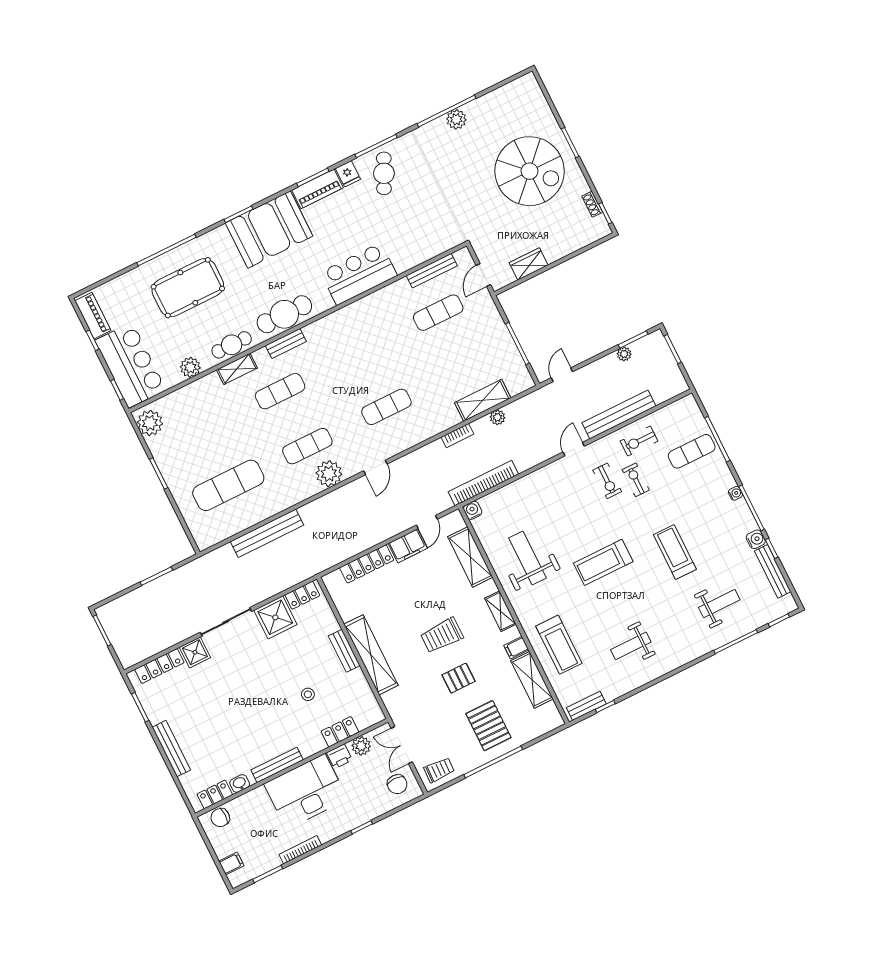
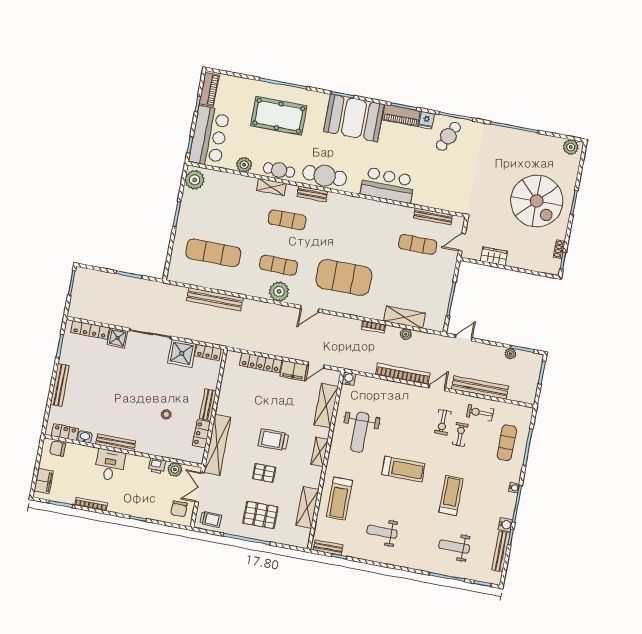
plant: (456, 119) -> (571, 147), moved
exercise mat: (386, 407) -> (344, 278), width x2.00, depth x1.45
exercise mat: (692, 451) -> (507, 443), turned 90
bookcase: (483, 483) -> (403, 374), moved
weight bench: (527, 558) -> (360, 432), turned 180
treadmill: (603, 562) -> (403, 469), turned 180
weight bench: (719, 604) -> (454, 547), turned 180
filing cabinet: (516, 648) -> (313, 481), removed
shelving: (371, 655) -> (217, 445), moved
pallet: (488, 726) -> (260, 515), turned 90
locker: (340, 732) -> (201, 434), moved, turned -90
desk: (306, 791) -> (110, 465), width x0.53, depth x0.77
filing cabinet: (231, 863) -> (44, 481), width x2.00

